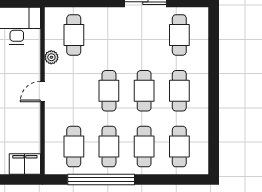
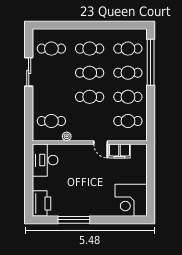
door: (43, 91) -> (101, 142), moved
filing cabinet: (25, 164) -> (120, 151), moved, turned -90
window: (101, 180) -> (151, 62), moved

